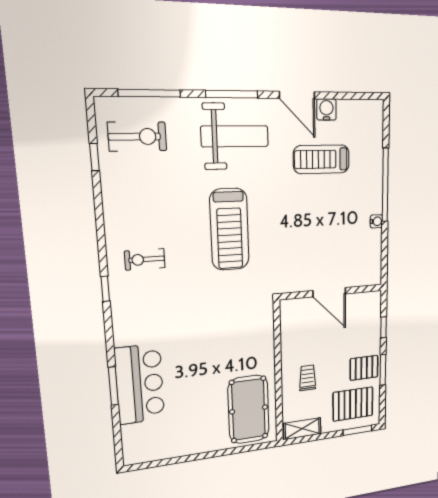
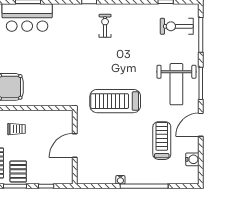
water cooler: (326, 109) -> (192, 159), moved
exercise bike: (137, 137) -> (177, 26), turned 90
treadmill: (229, 229) -> (115, 101), moved

